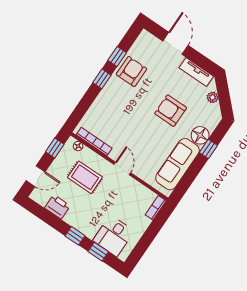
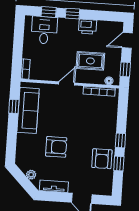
floor lamp: (200, 135) -> (24, 141), removed
window: (208, 149) -> (14, 106), moved
door: (122, 169) -> (67, 83), swing flipped
printer: (57, 207) -> (88, 27), moved

